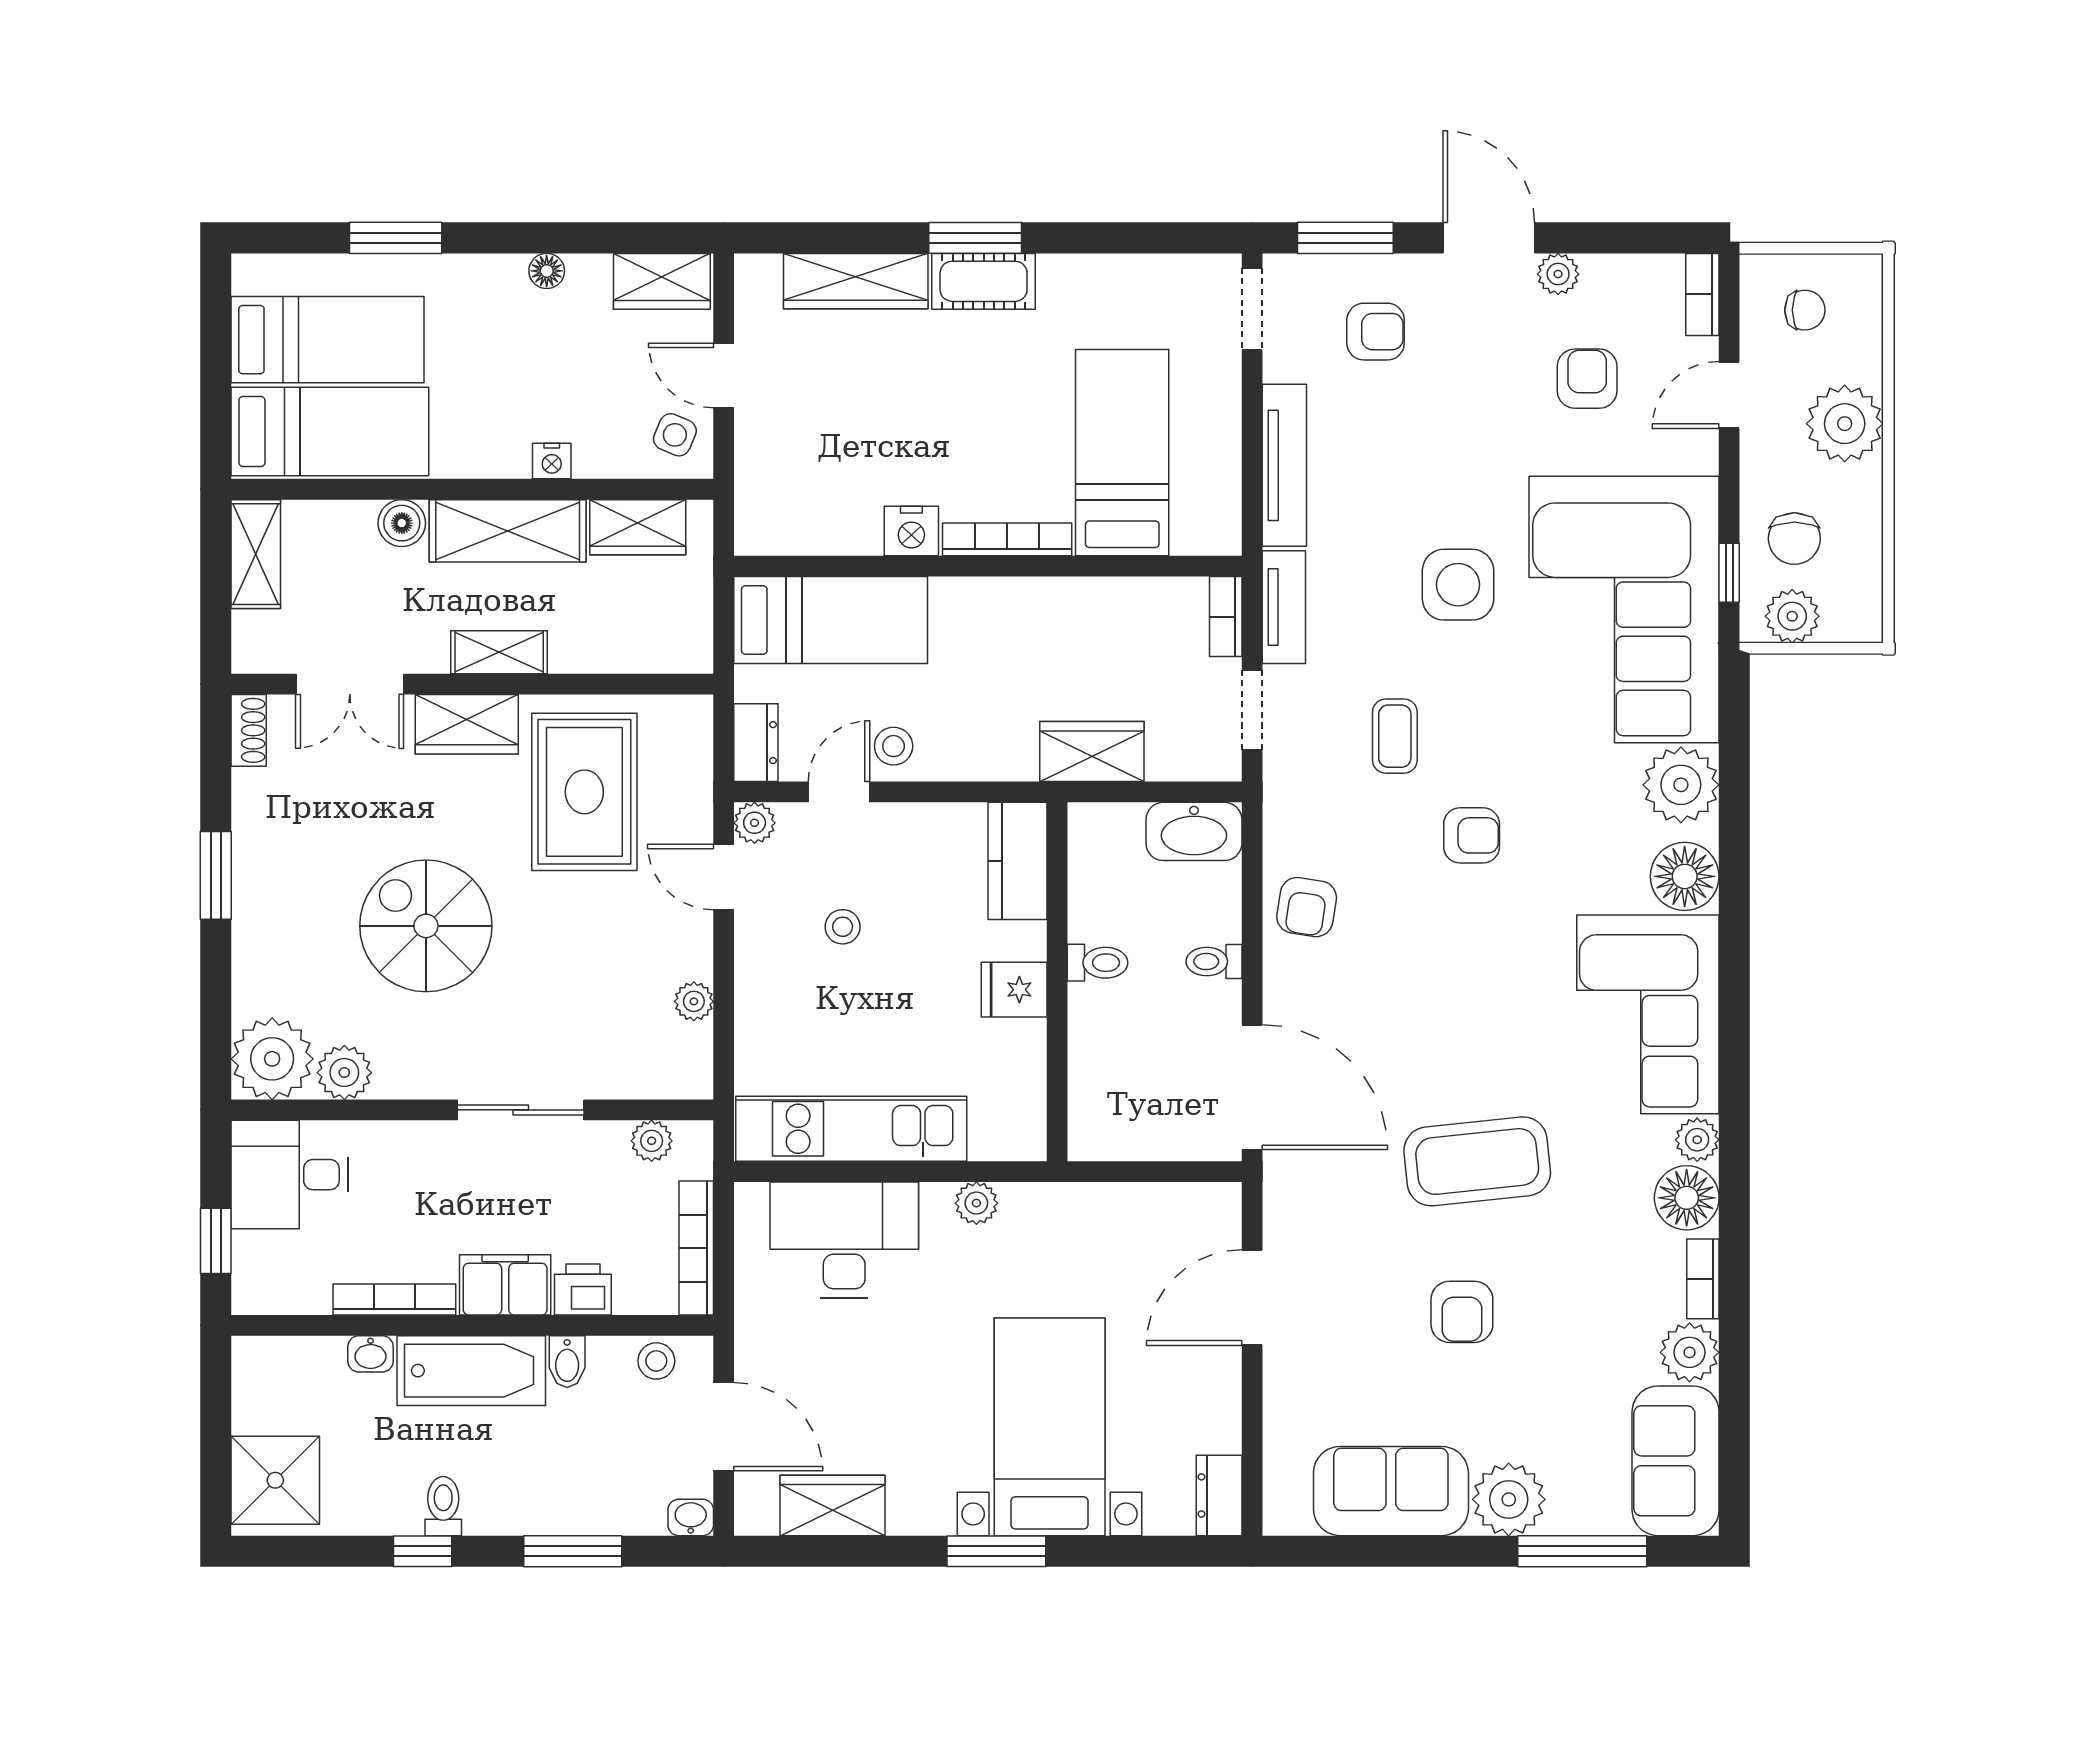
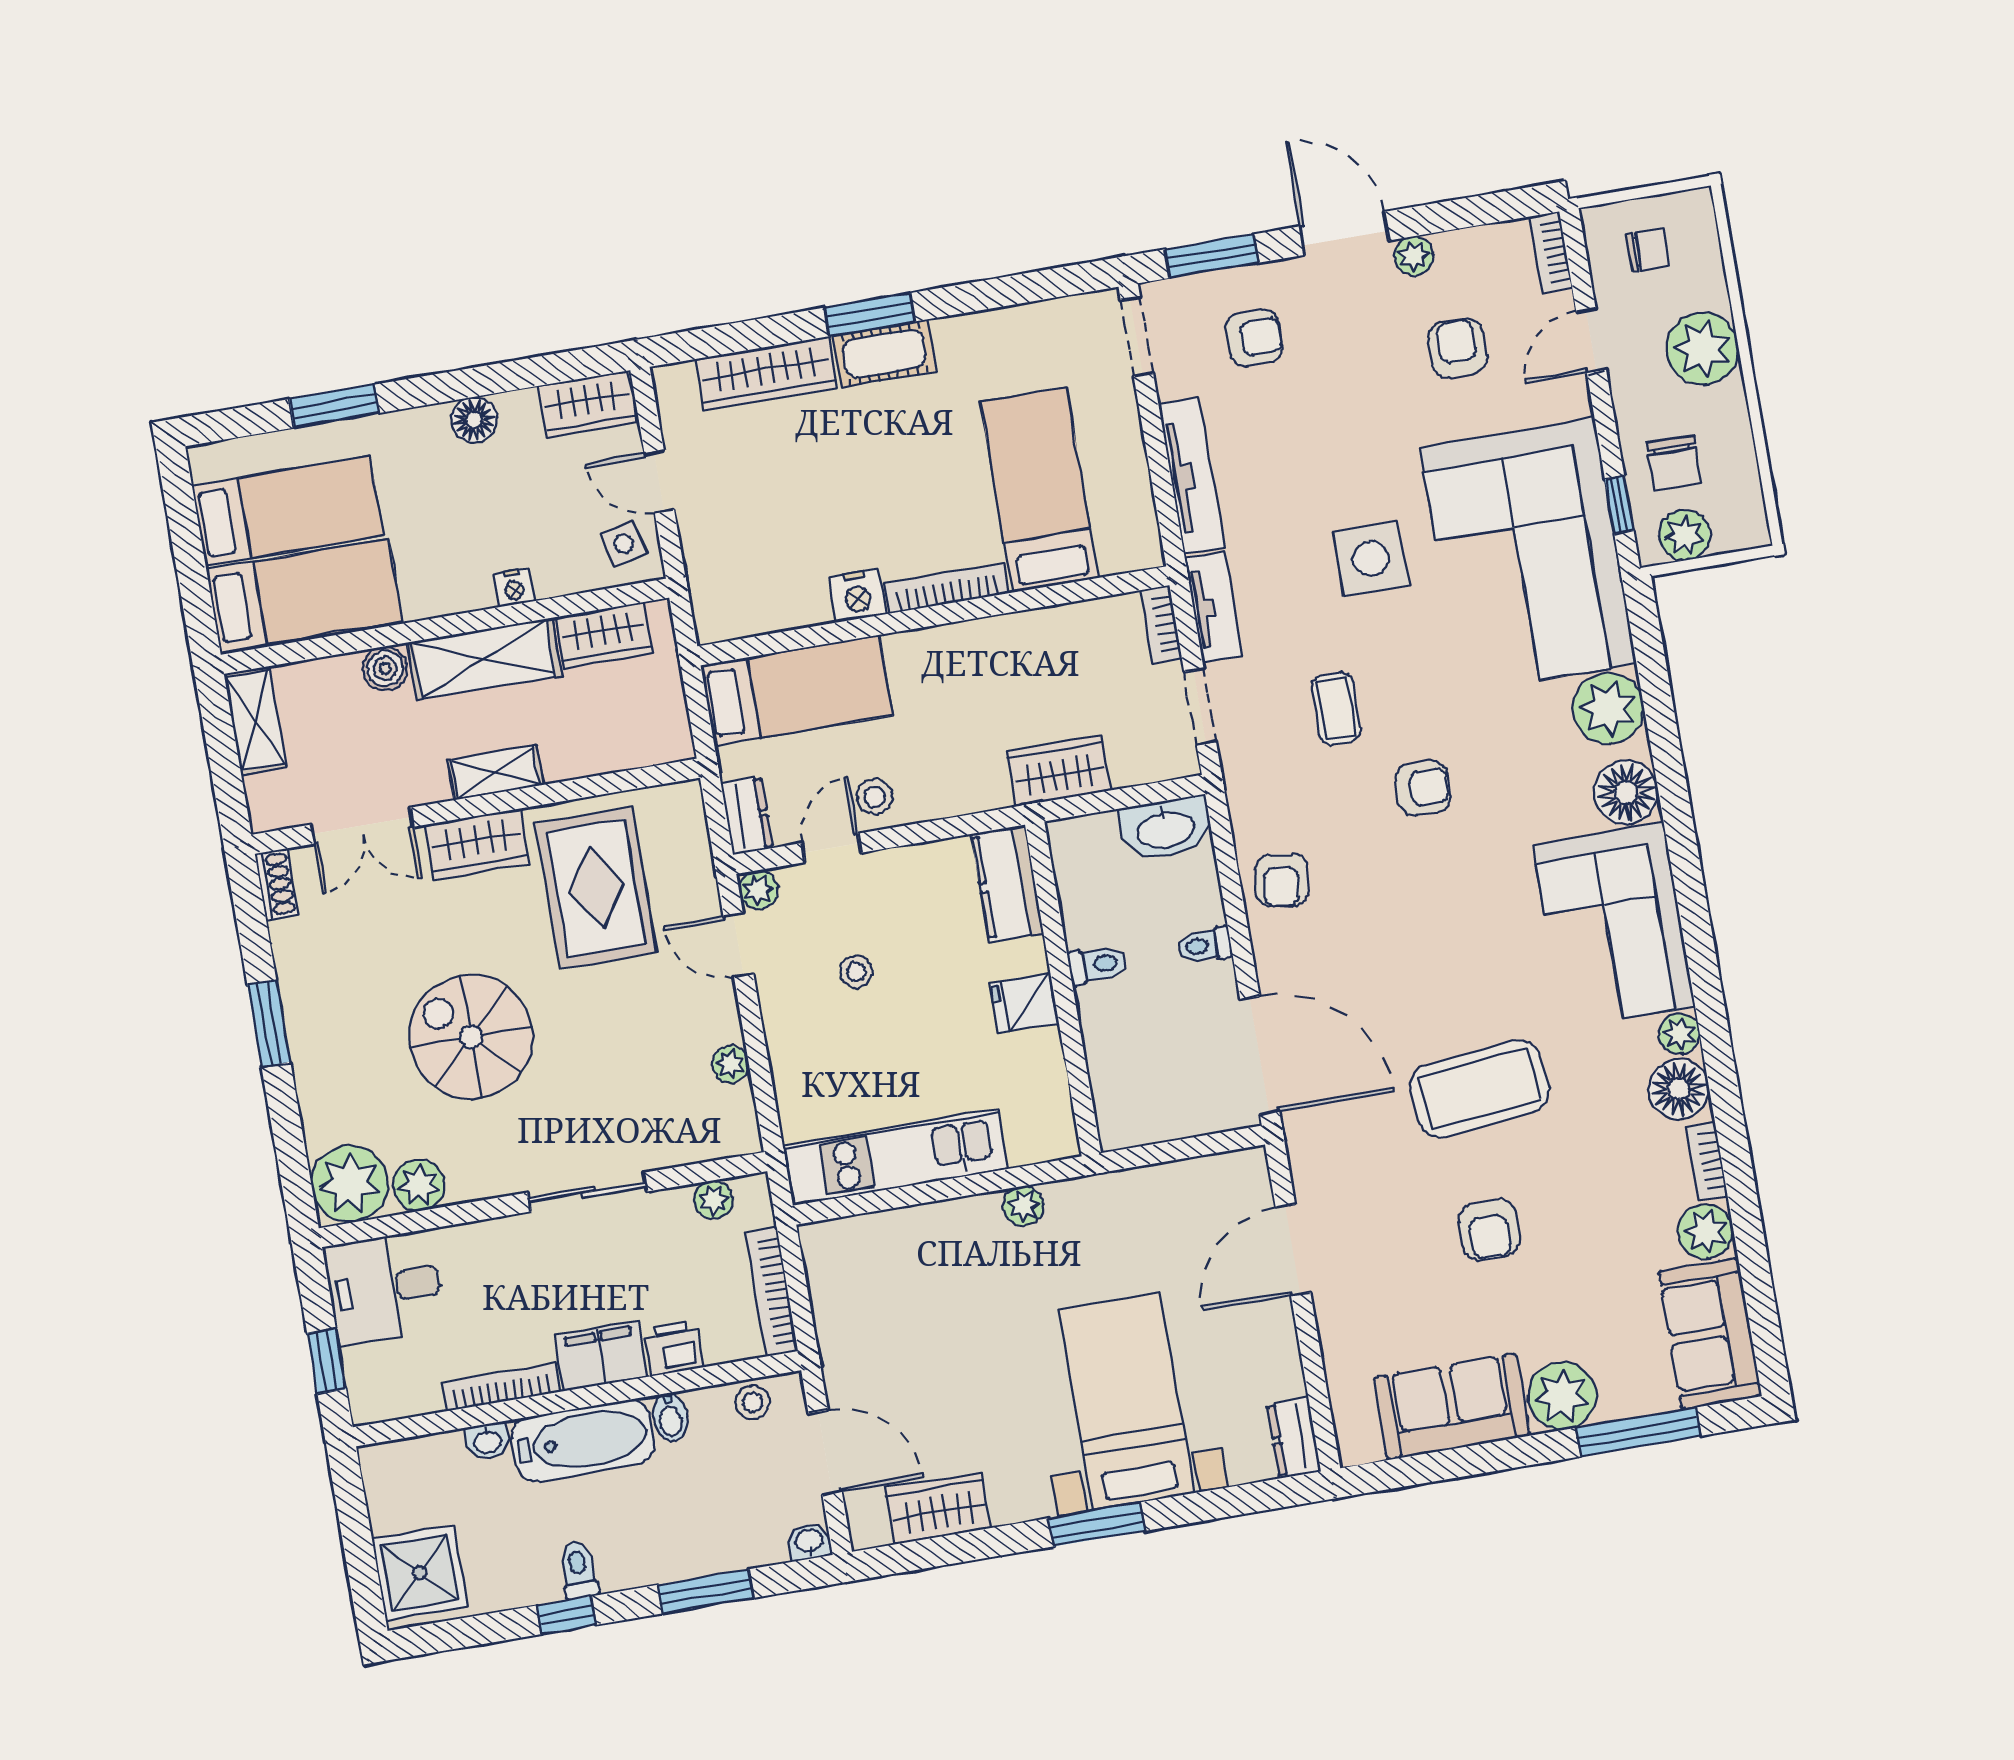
floor lamp: (547, 271) -> (474, 420), width x1.37, depth x1.37
side table: (675, 435) -> (623, 544), turned -35
desk: (844, 1240) -> (907, 1261), removed

